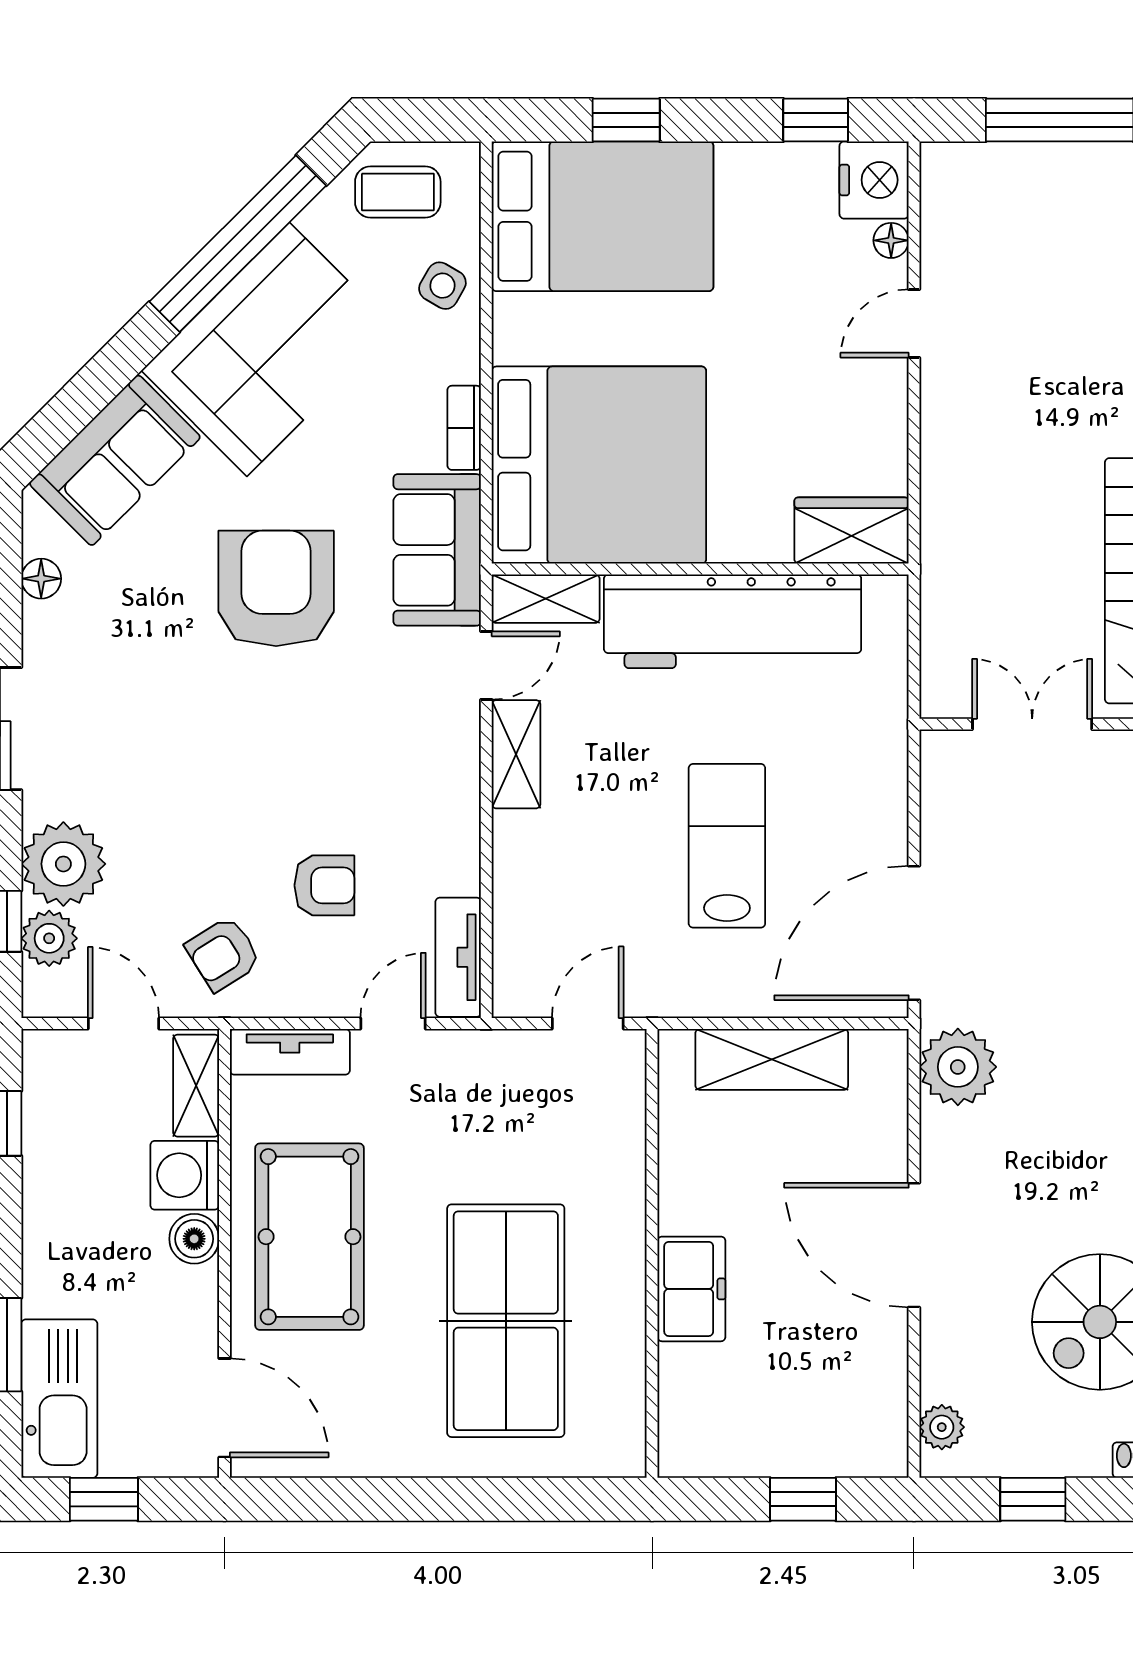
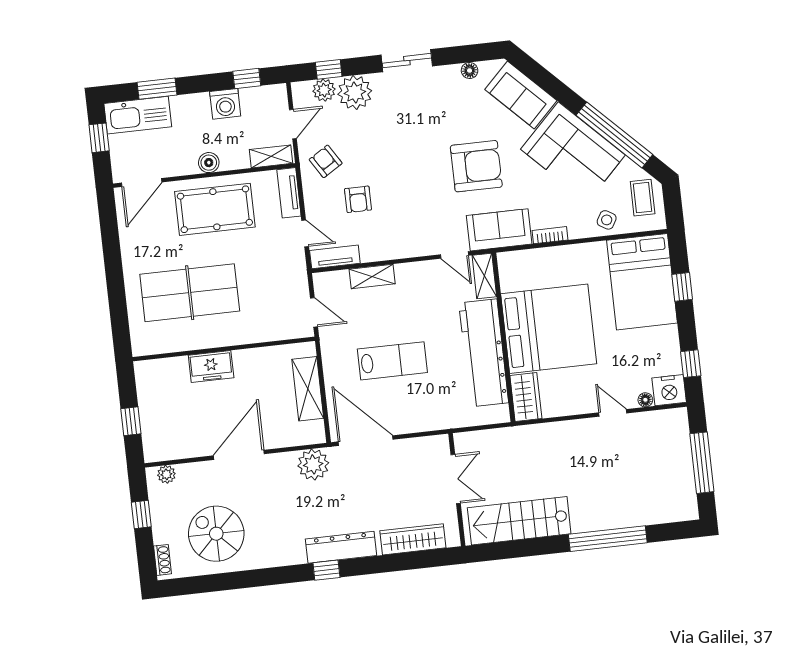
bed: (599, 465) -> (549, 329), moved, turned -90
shelving: (516, 754) -> (372, 276), moved
washing machine: (185, 1175) -> (225, 104), moved, turned 180

